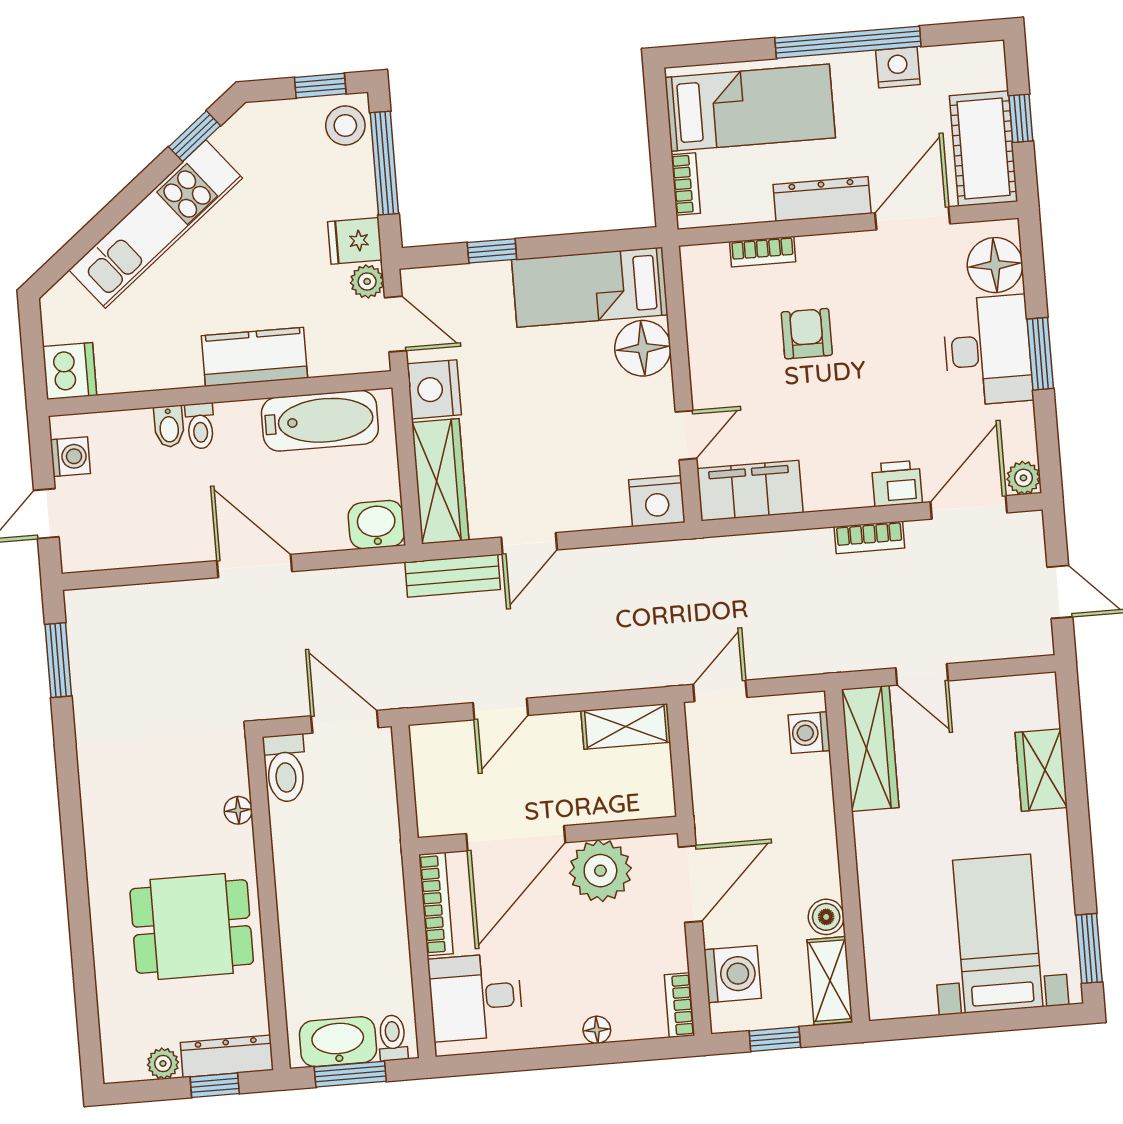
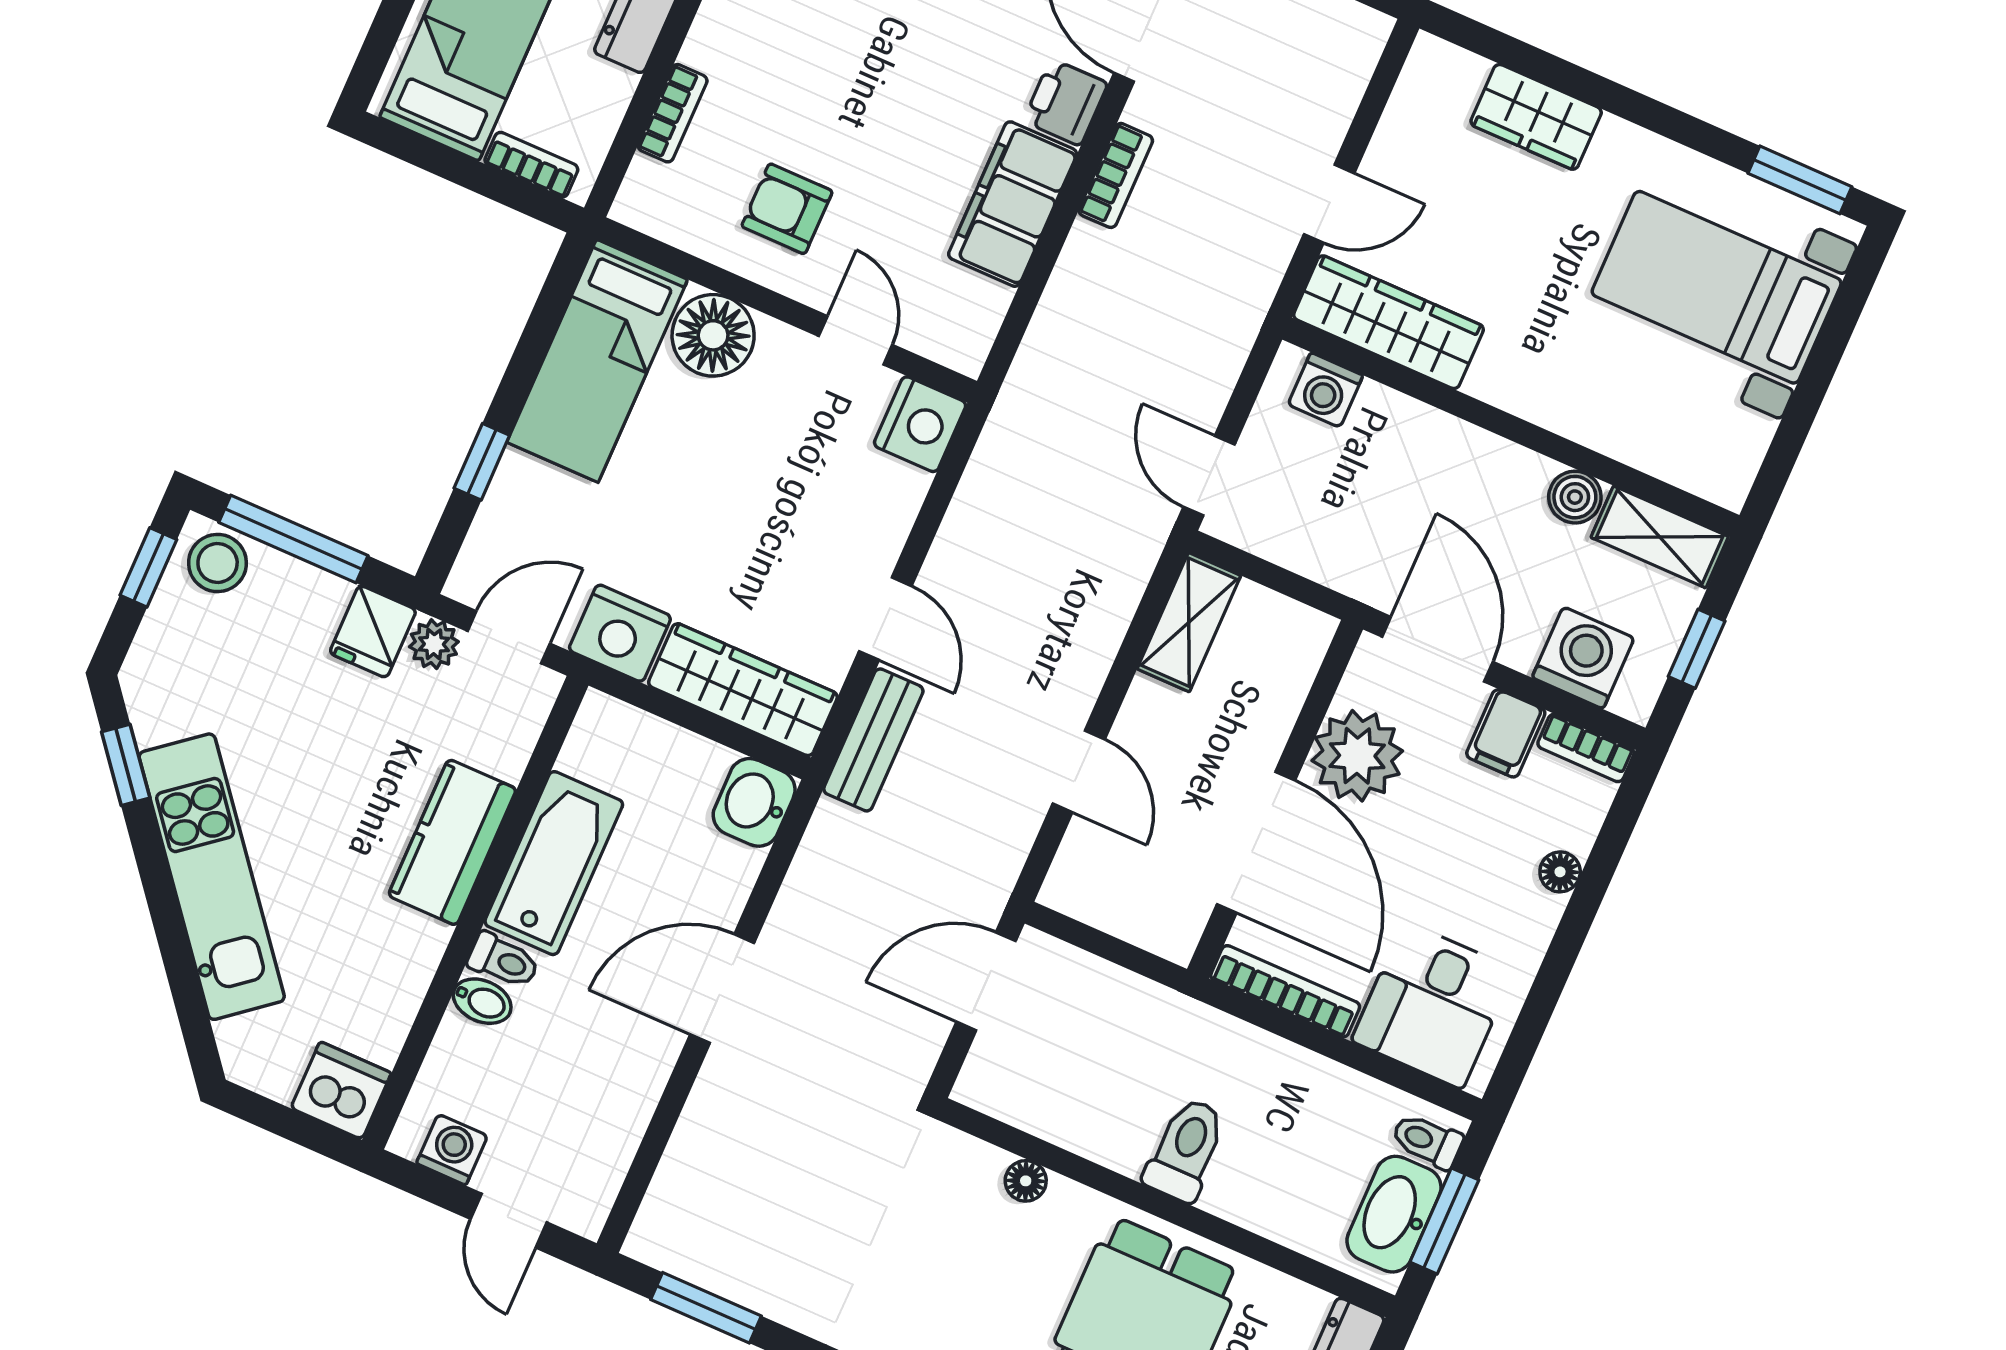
armchair: (807, 334) -> (787, 209), moved
bathtub: (320, 421) -> (554, 863), moved
filing cabinet: (750, 491) -> (1013, 204), moved
toilet: (285, 768) -> (1186, 1150), moved, turned -90
filing cabinet: (662, 952) -> (1506, 733), added

